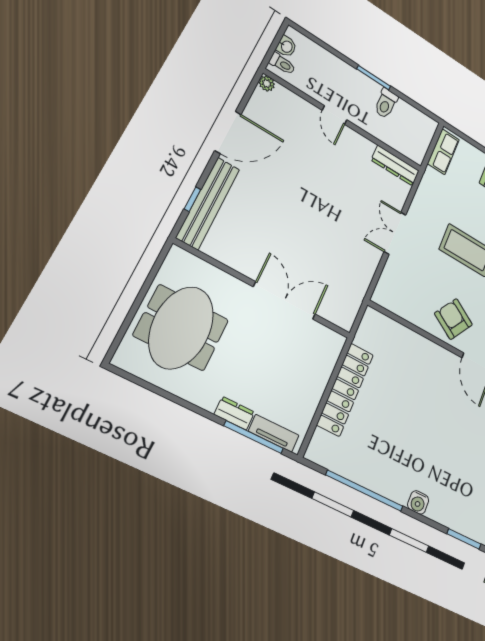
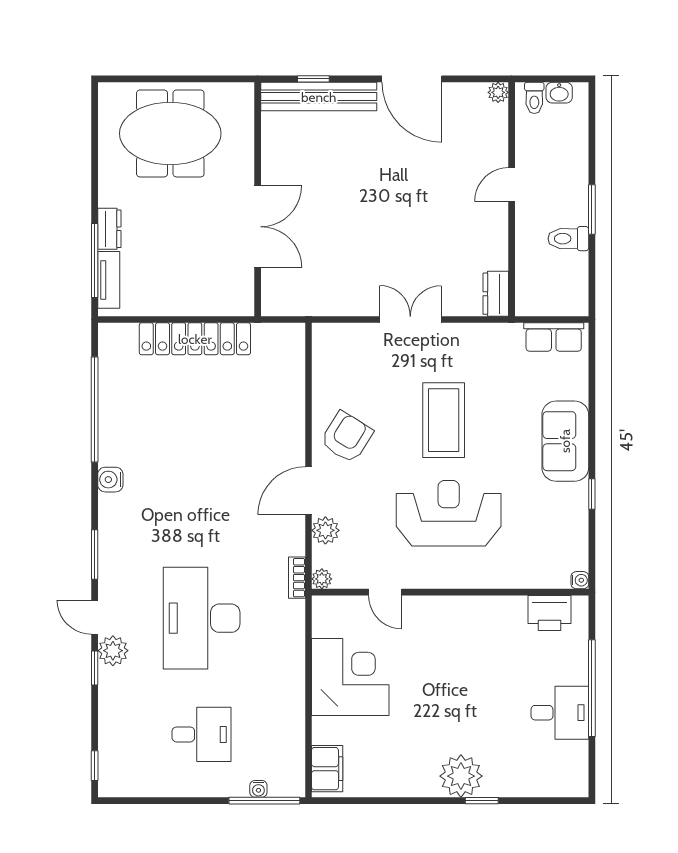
dresser: (395, 165) -> (496, 294), width x0.70

